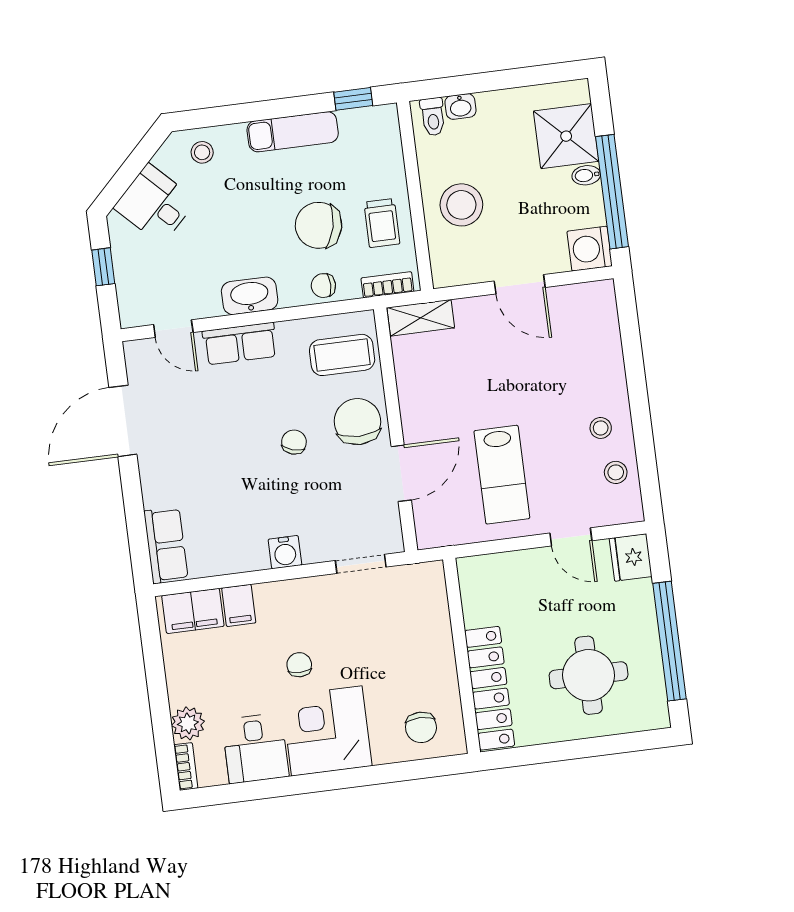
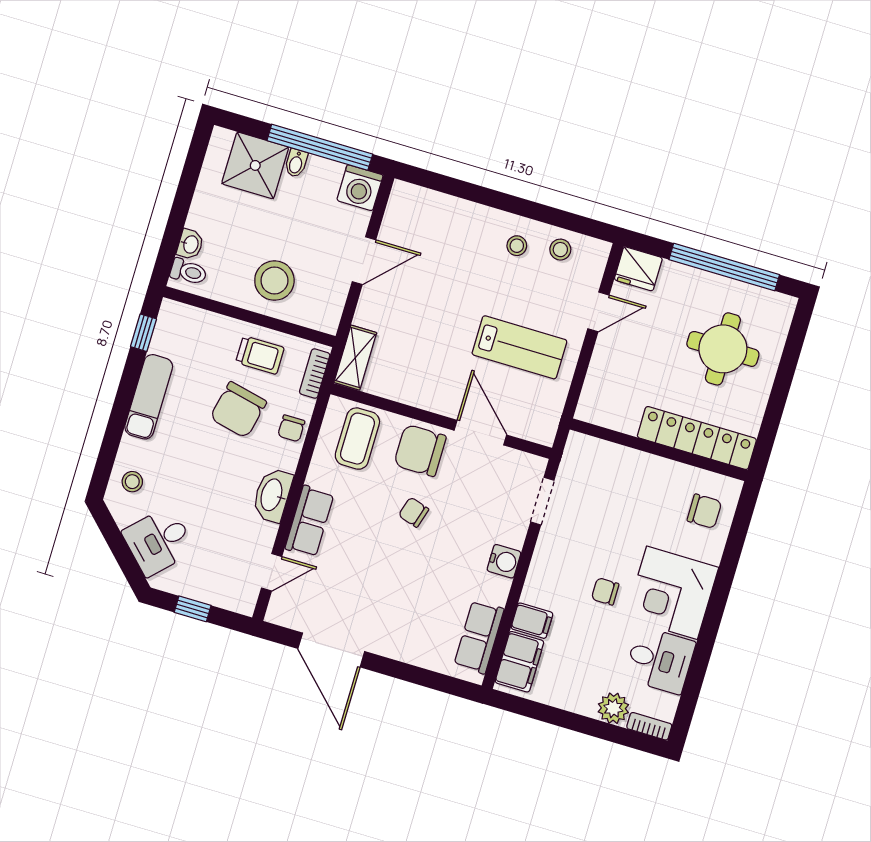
row of seats: (166, 545) -> (479, 637), moved, turned -90

